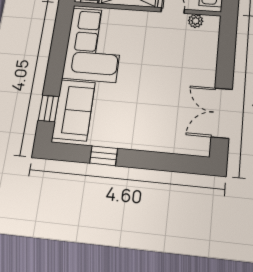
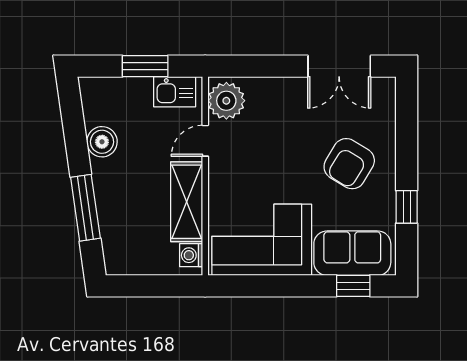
plant: (196, 21) -> (226, 101), width x1.88, depth x1.88
armchair: (143, 114) -> (349, 164), added

